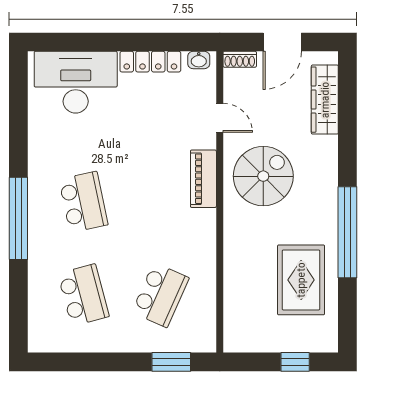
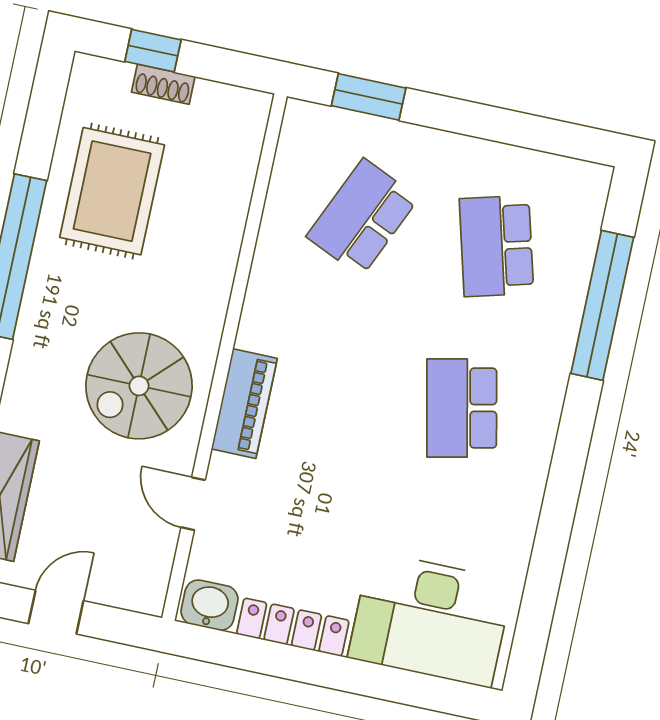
door: (282, 42) -> (56, 612), width x0.73
shoe rack: (240, 59) -> (163, 84), moved, turned 180
washbasin: (199, 60) -> (209, 605), width x1.38, depth x1.45
window: (18, 218) -> (602, 305), moved

